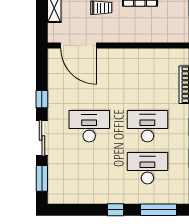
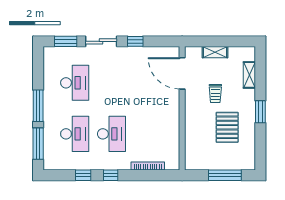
door: (78, 46) -> (182, 73), hinge flipped
desk: (89, 126) -> (75, 83), moved
window: (115, 210) -> (38, 106), width x2.17

